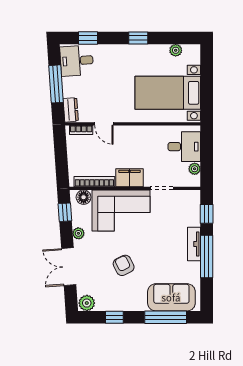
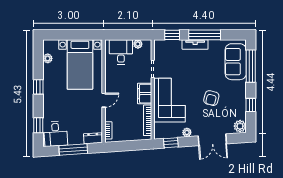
door: (104, 124) -> (104, 100), moved
floor lamp: (84, 197) -> (159, 129), removed
armchair: (124, 265) -> (211, 98), turned -49

